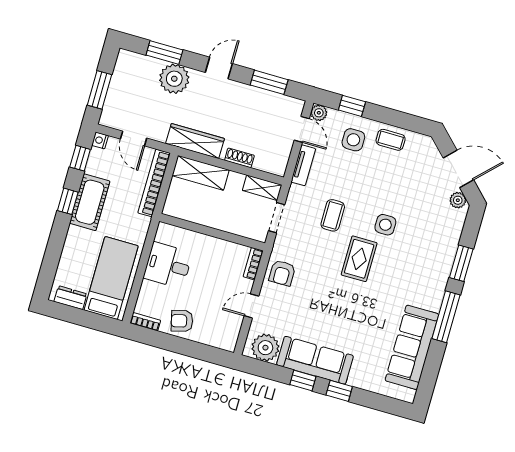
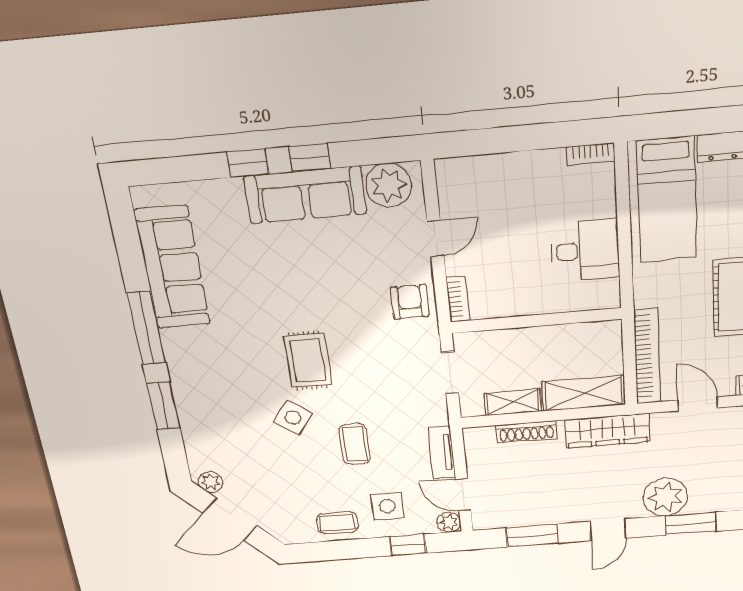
shoe rack: (239, 158) -> (527, 432), width x1.43
shelving: (262, 188) -> (513, 402), moved
coffee table: (333, 215) -> (355, 444), moved
side table: (385, 225) -> (293, 418), turned 37
armchair: (182, 321) -> (533, 177), removed

